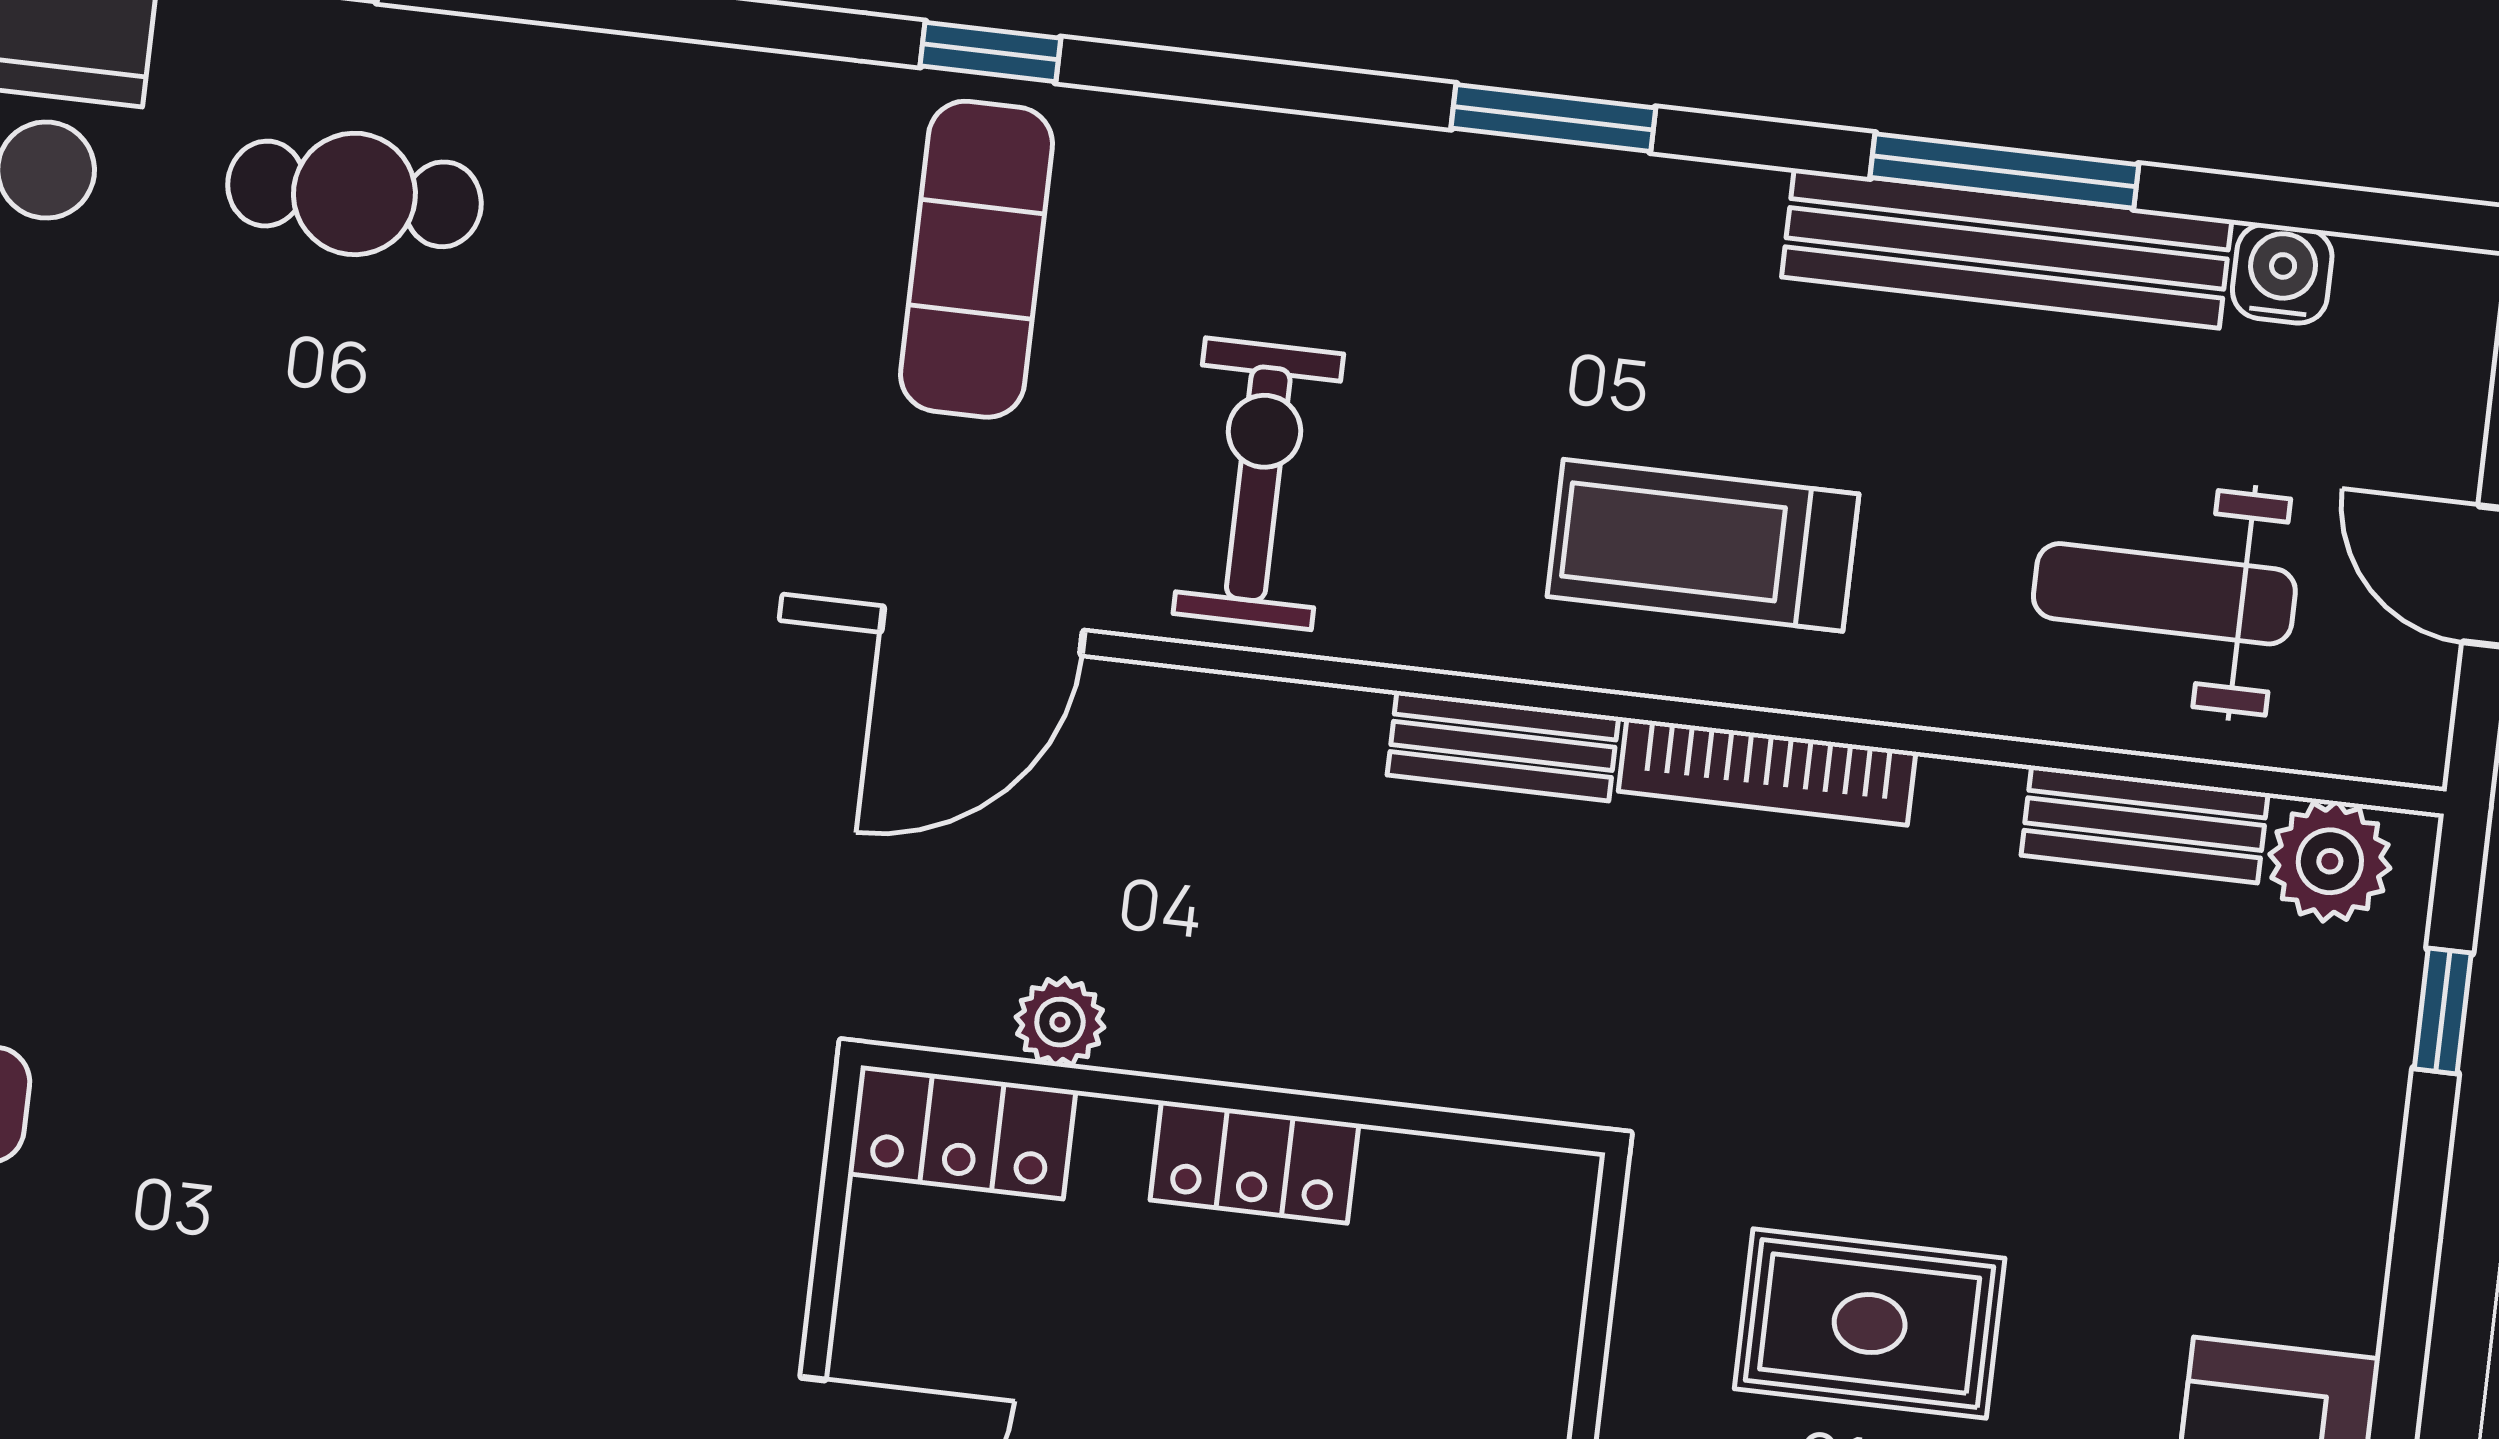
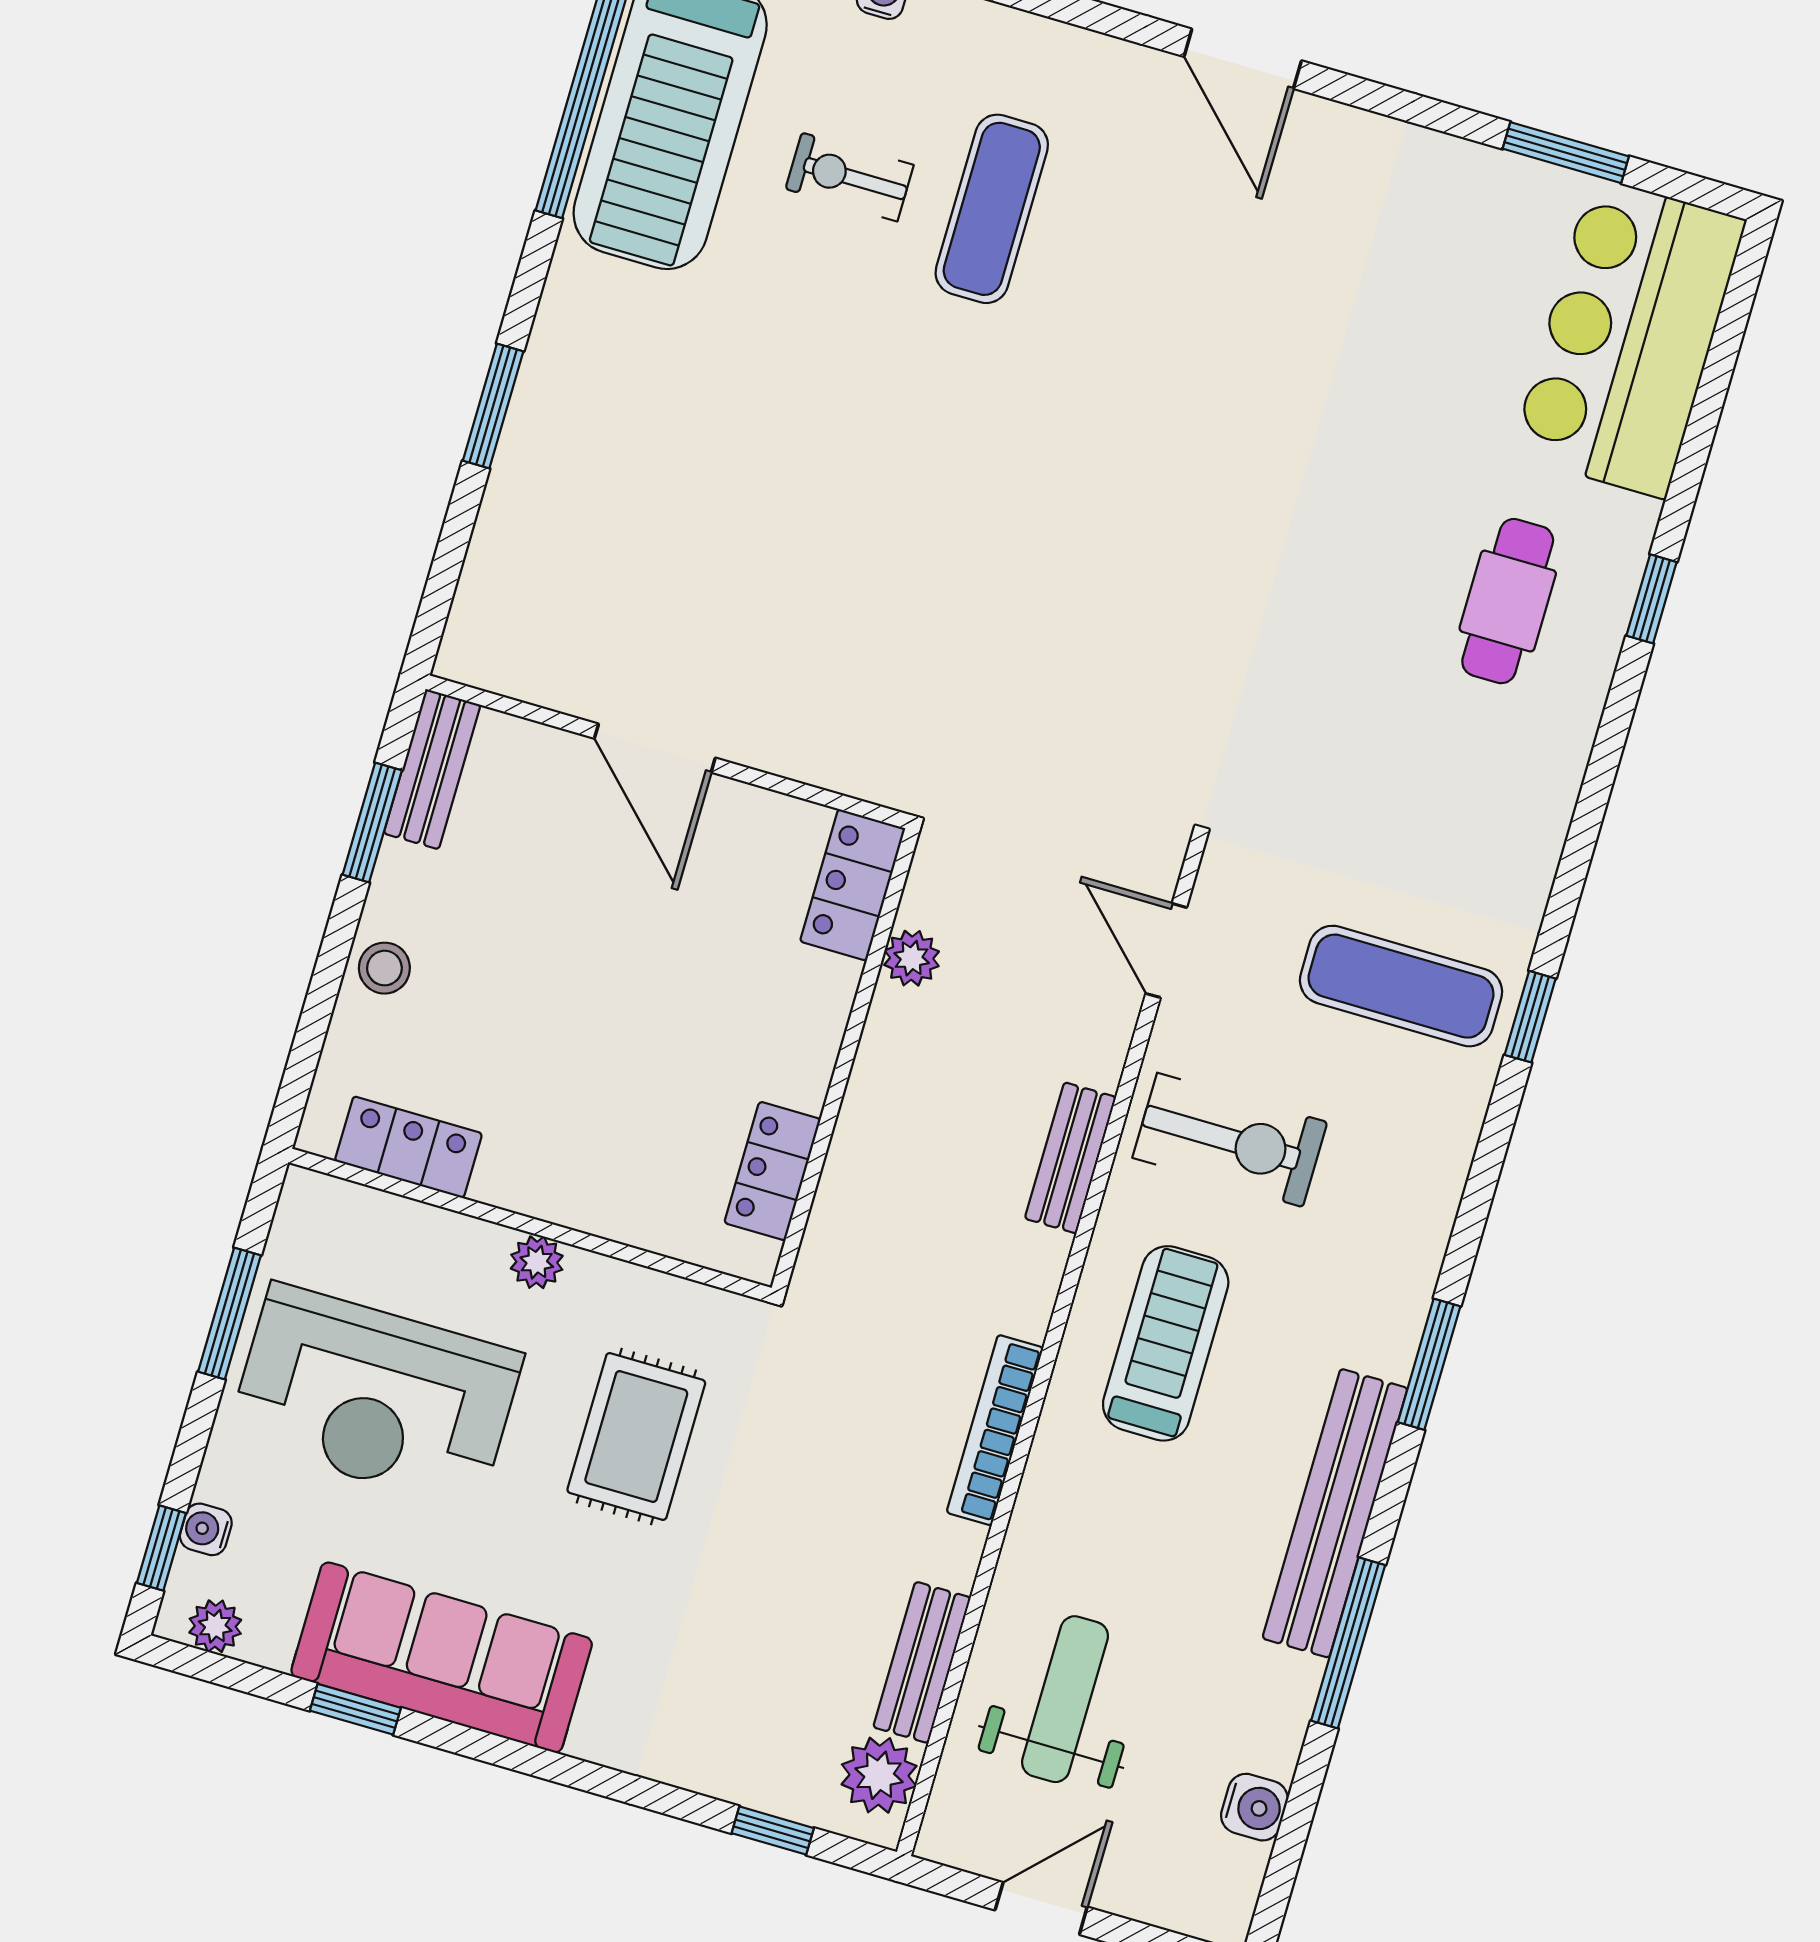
bench: (2007, 248) -> (1335, 1513), moved
treadmill: (1703, 545) -> (1166, 1343), moved
door: (982, 631) -> (1166, 951), width x0.73
bench: (1503, 746) -> (1070, 1158), moved
locker: (1254, 1162) -> (772, 1171), moved

